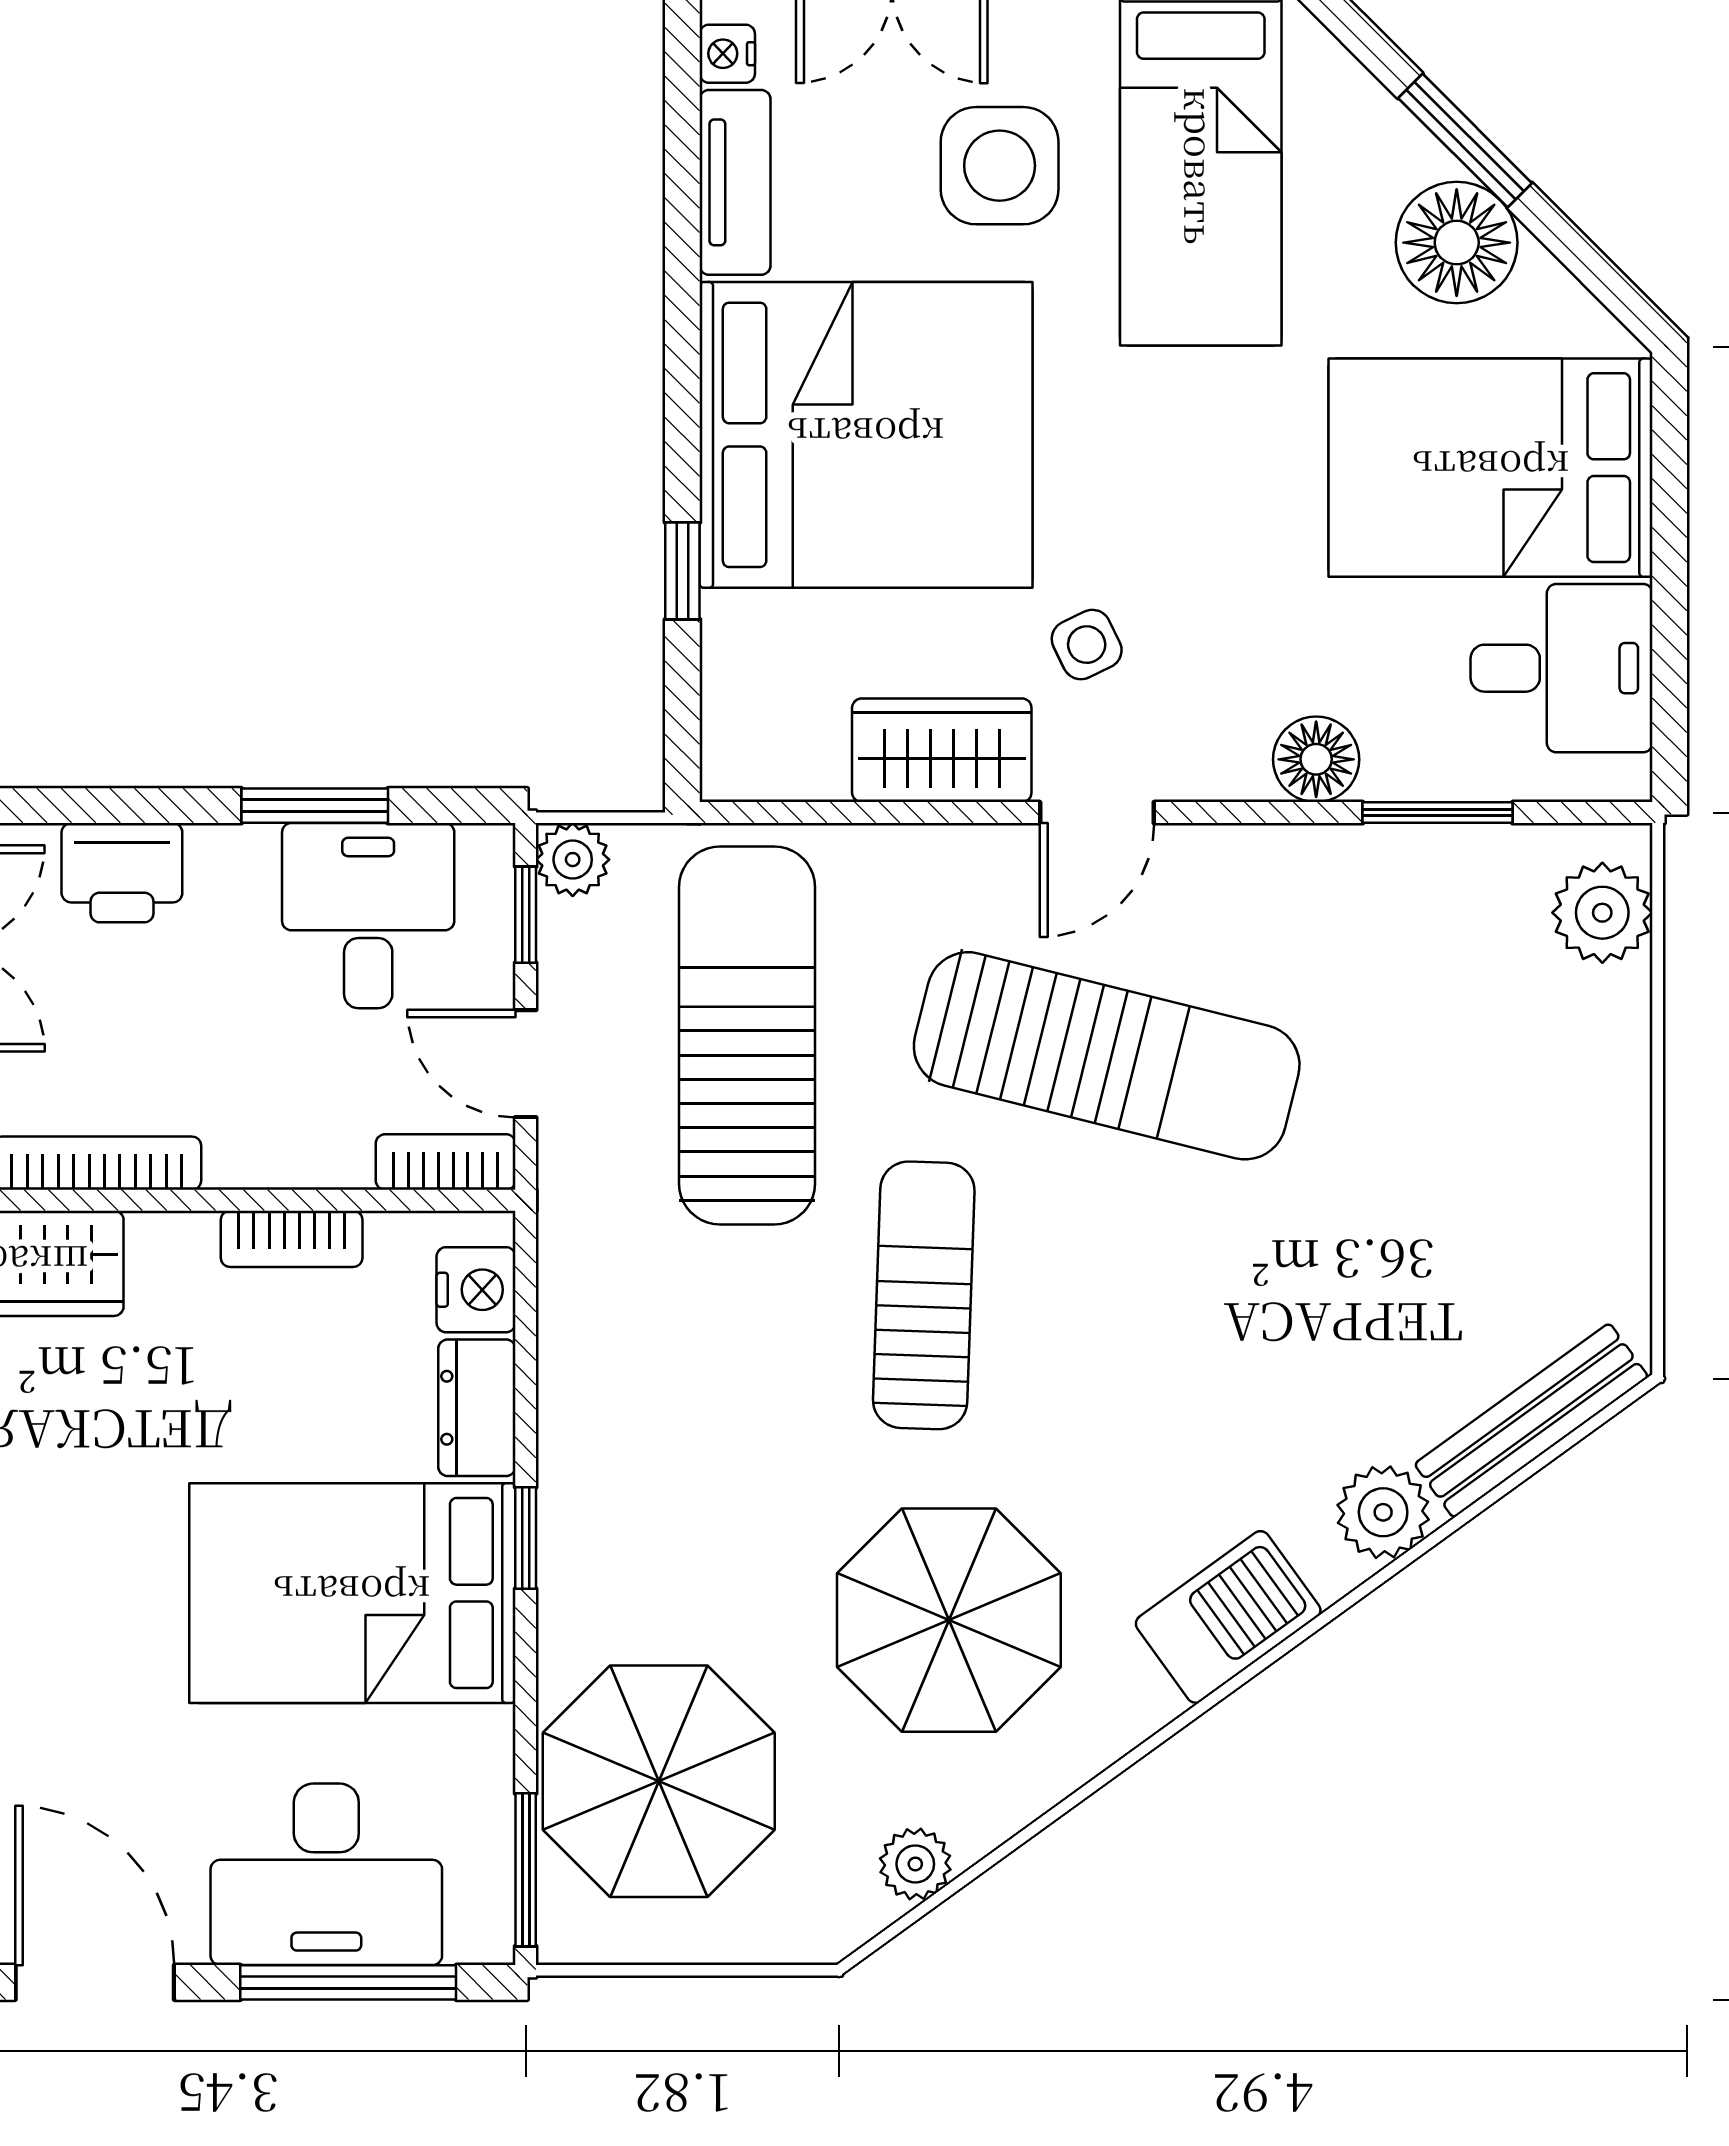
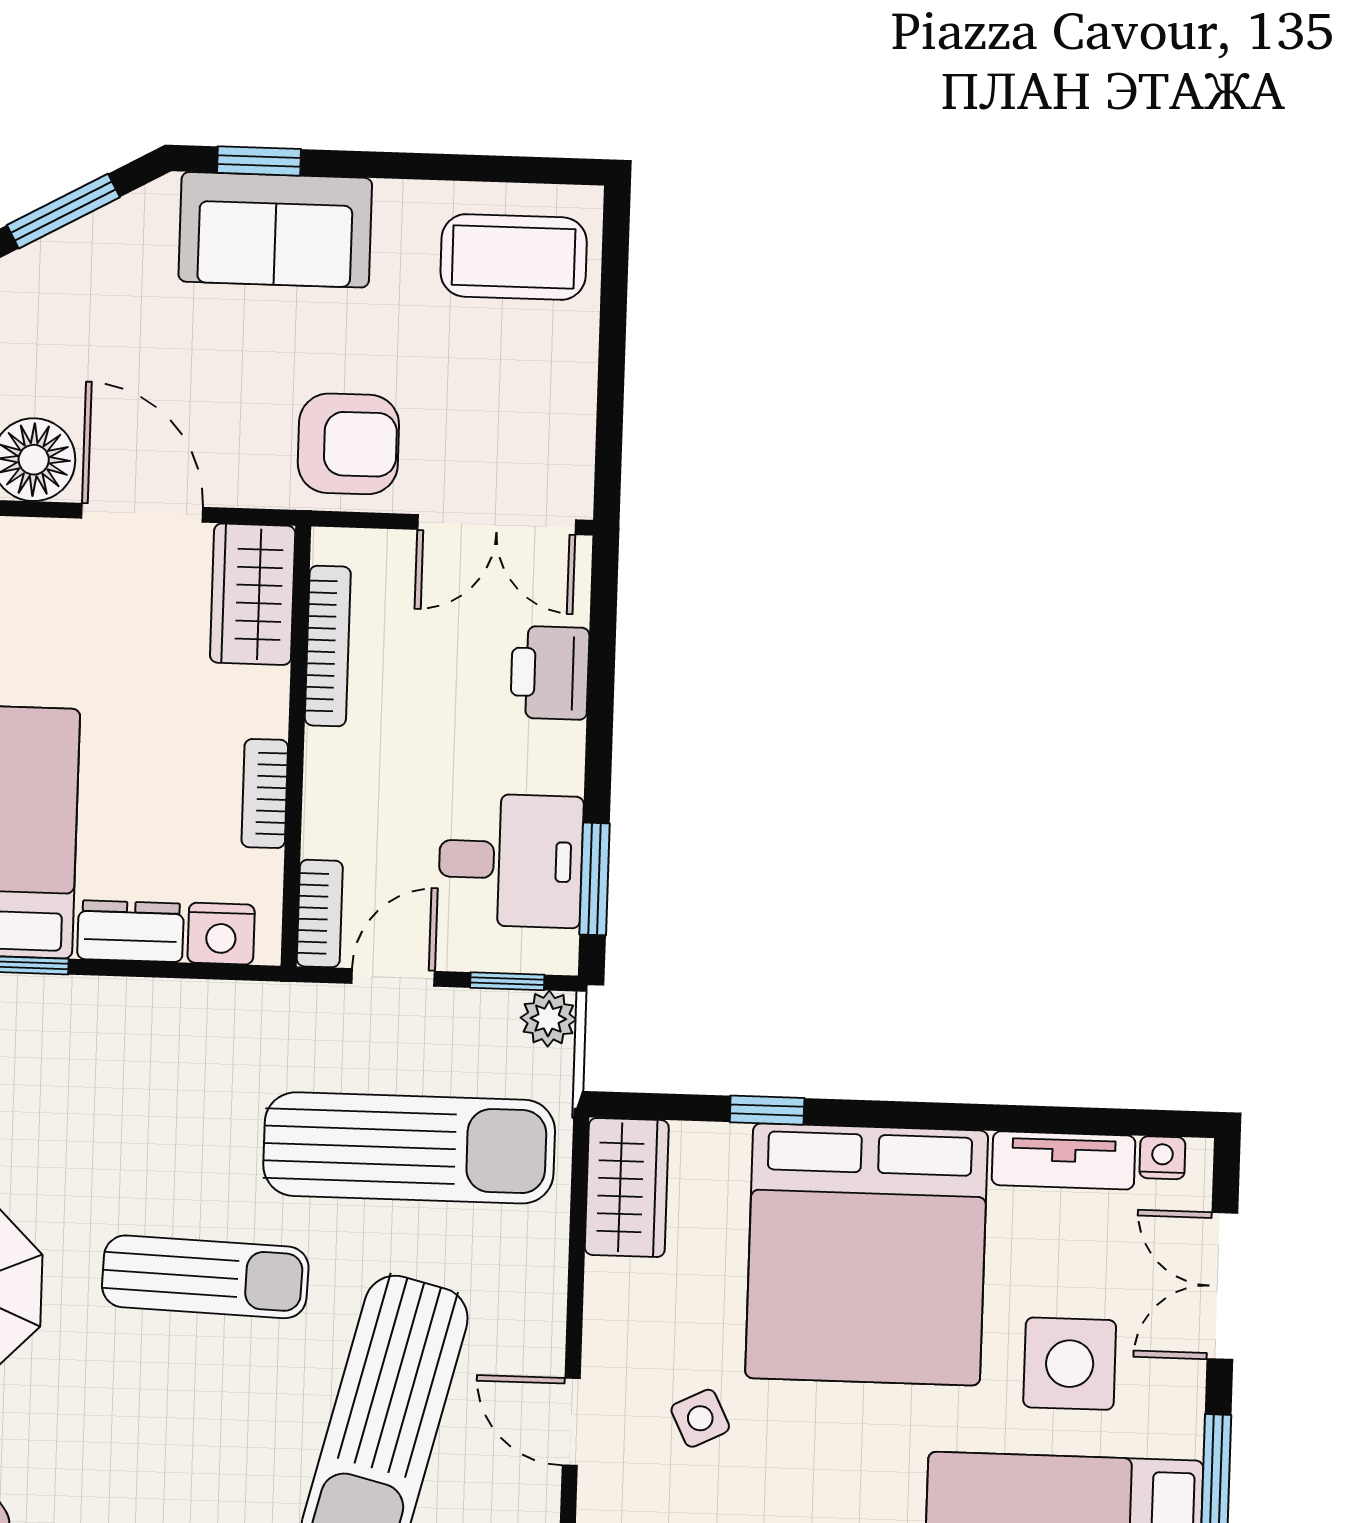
wardrobe: (942, 750) -> (627, 1187), moved
window: (315, 806) -> (594, 879), moved

